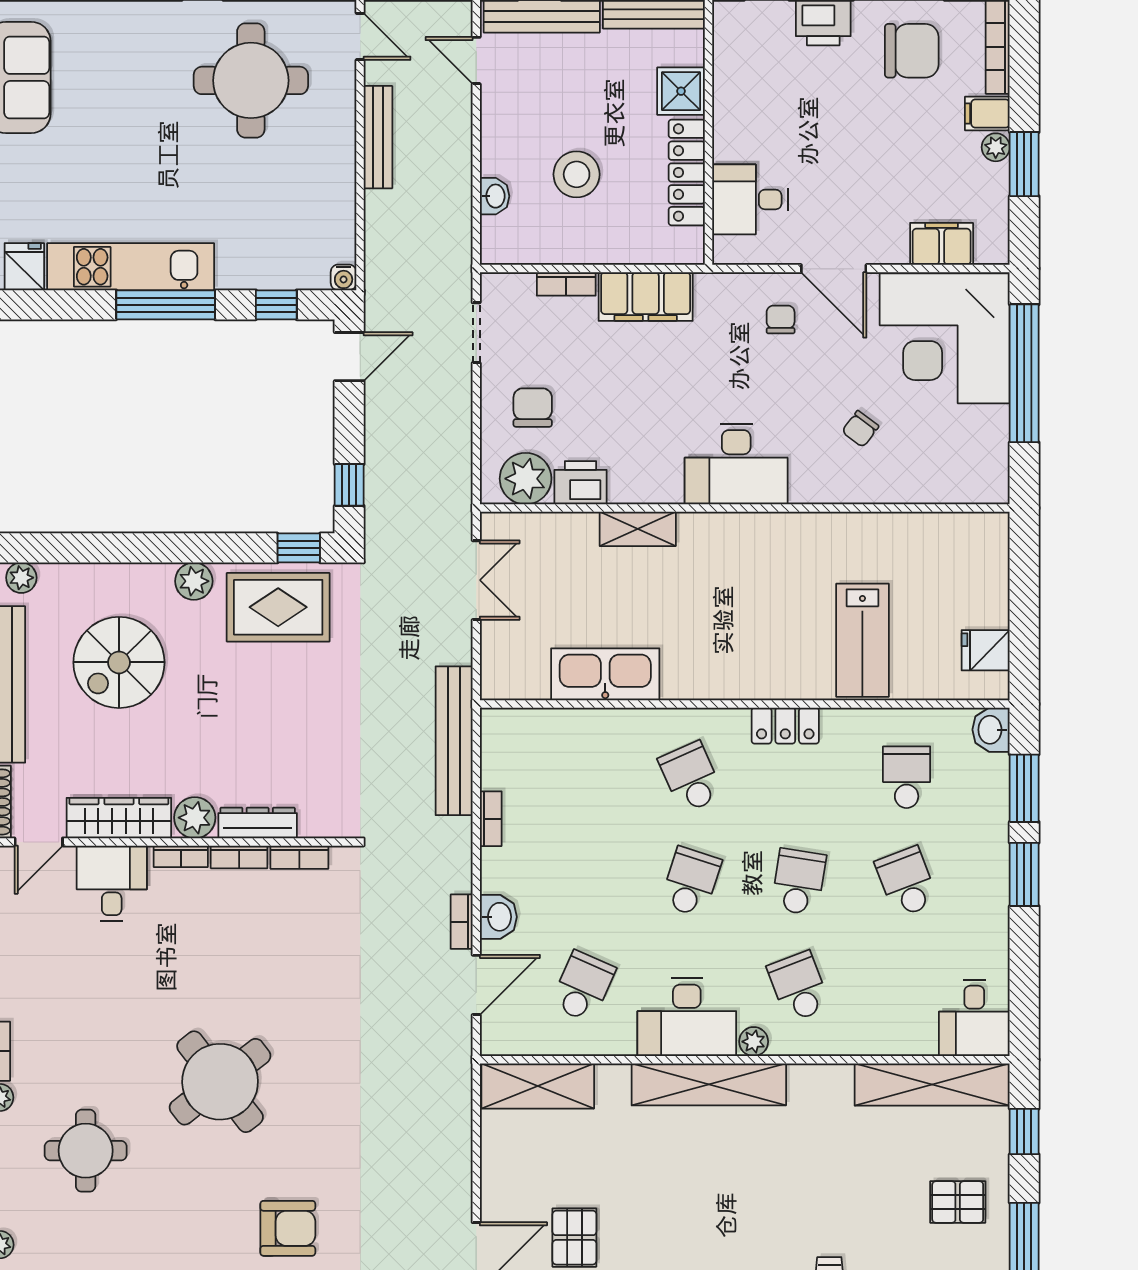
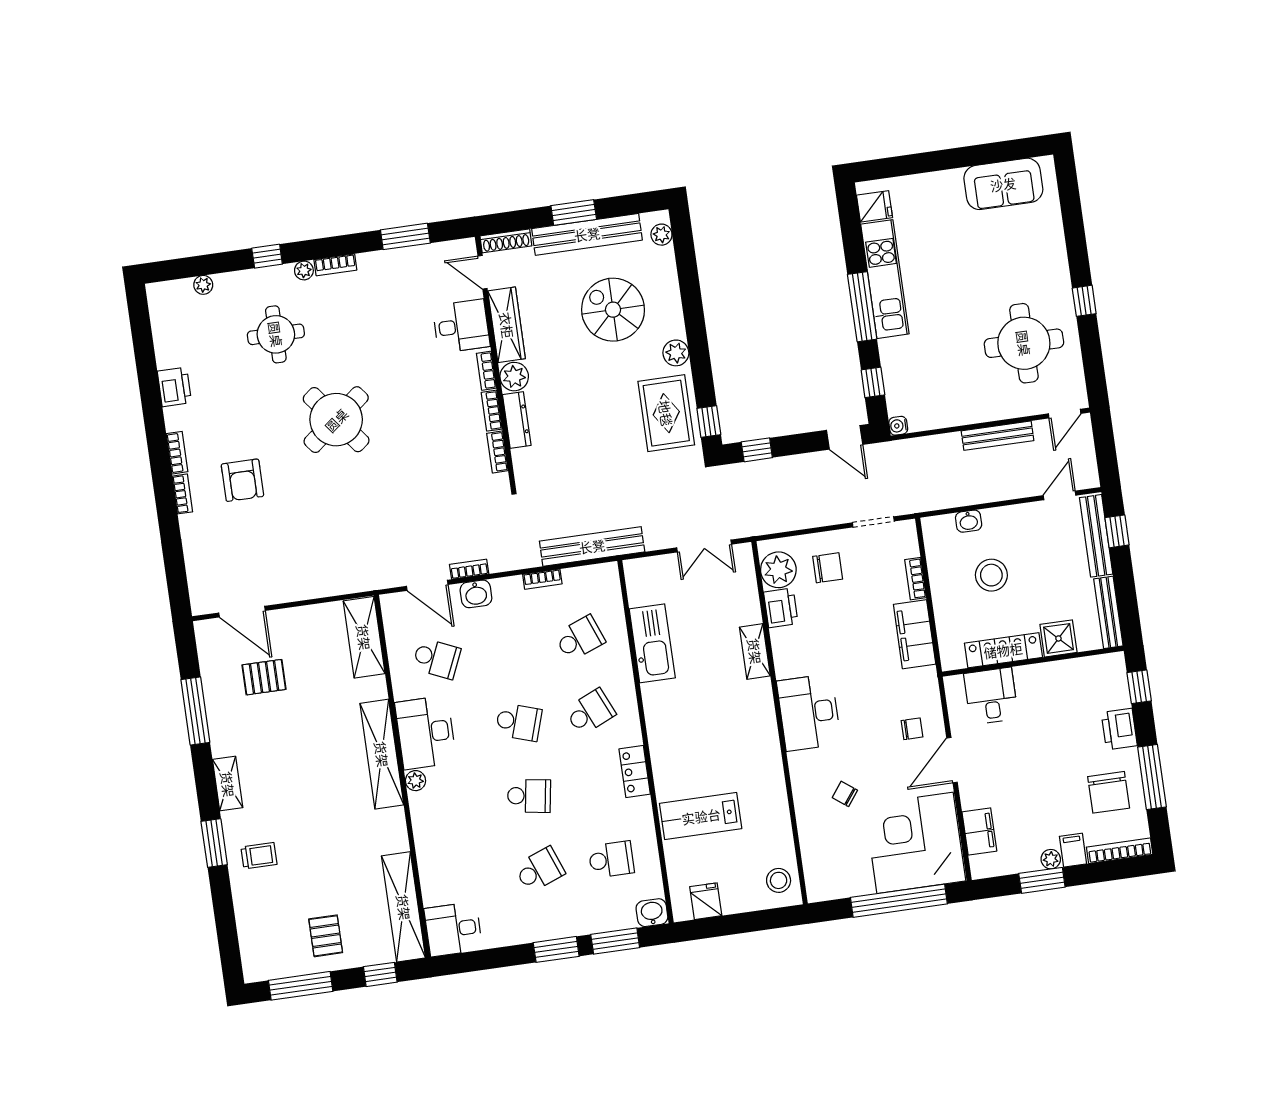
stool: (971, 542) -> (779, 880), added
school desk: (799, 987) -> (580, 638), moved

